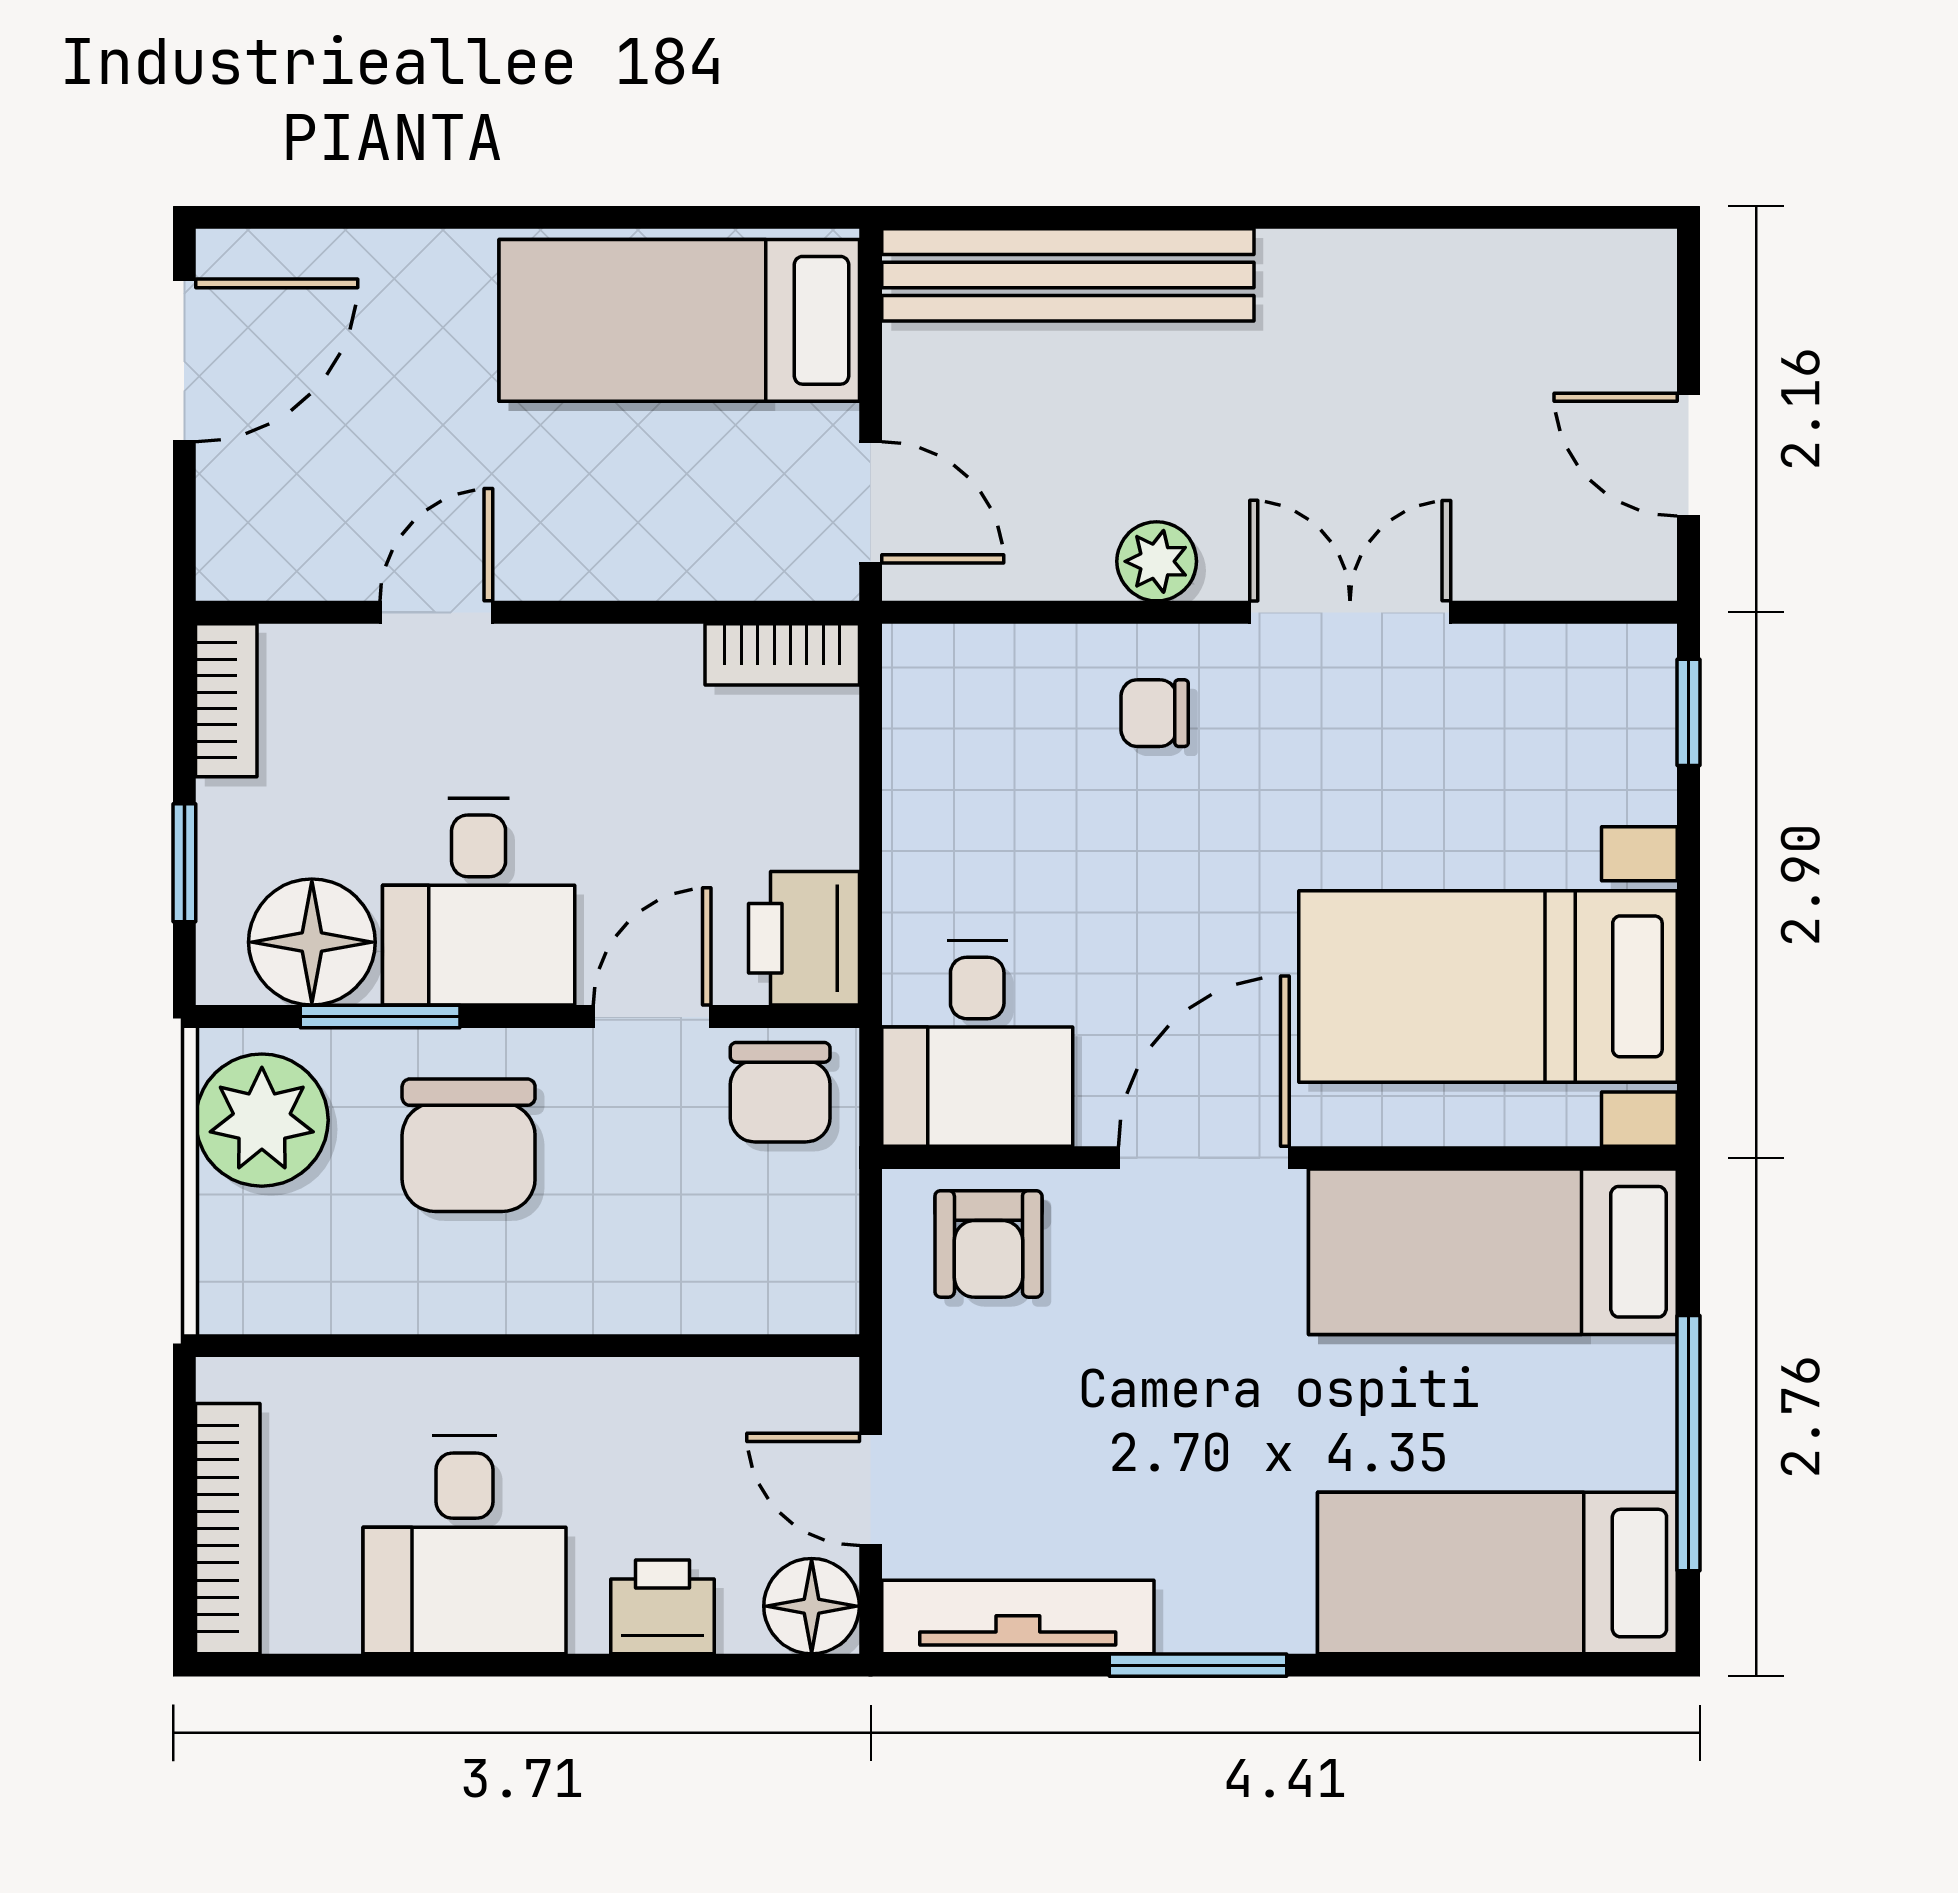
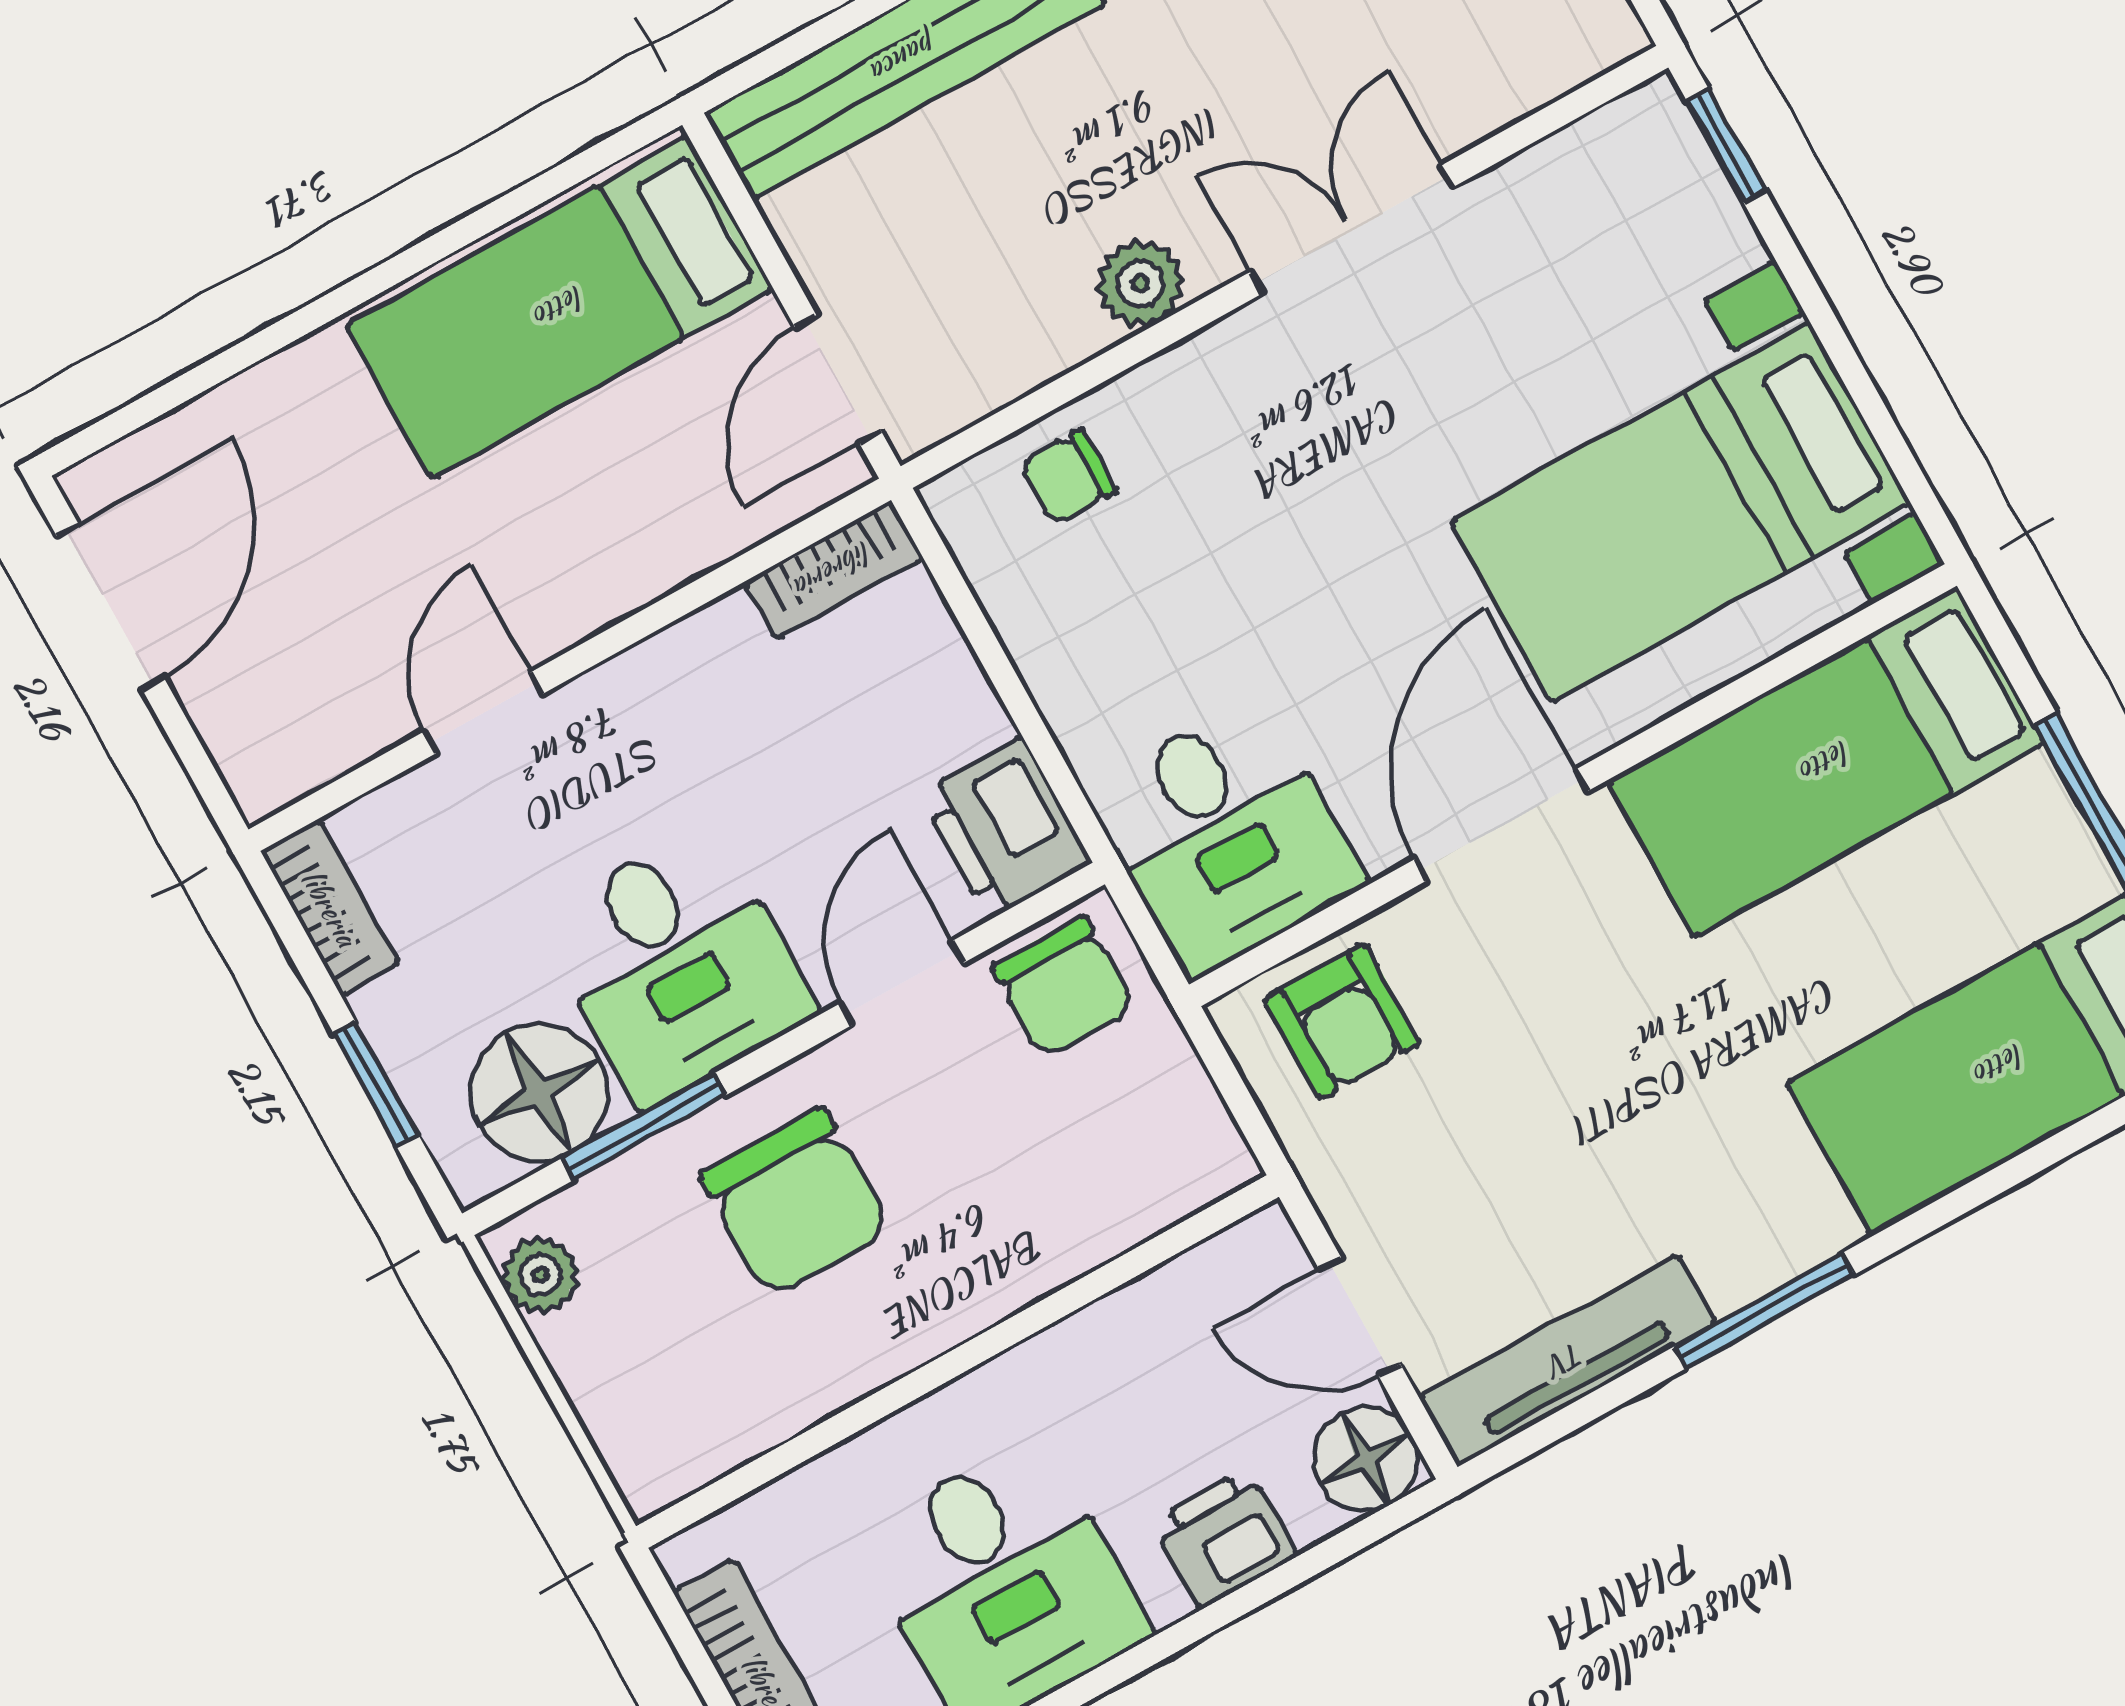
door: (871, 502) -> (838, 379), swing flipped
chair: (1155, 713) -> (1068, 477), moved
plant: (262, 1120) -> (540, 1275), width x0.53, depth x0.53

